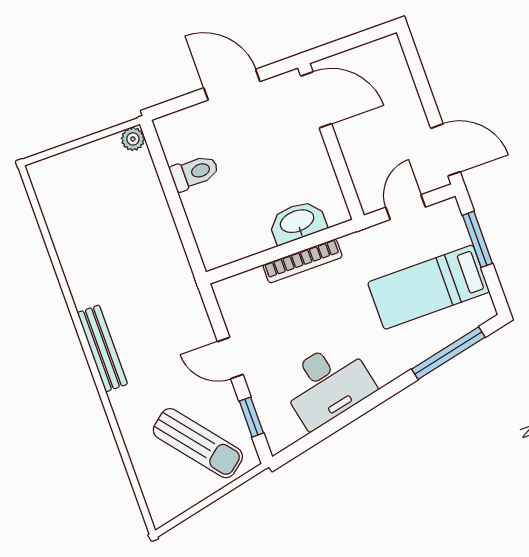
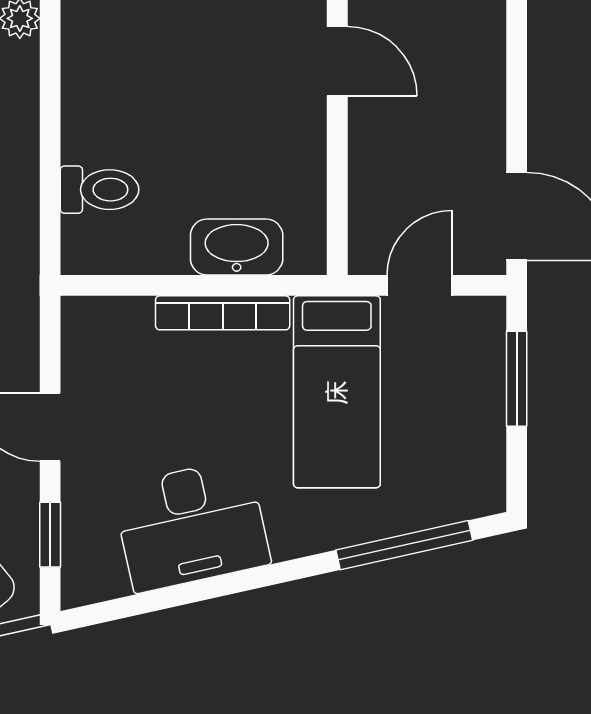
door: (316, 100) -> (337, 61), width x0.73
toilet: (194, 173) -> (100, 190), moved
bed: (429, 287) -> (337, 392), moved, turned -90

